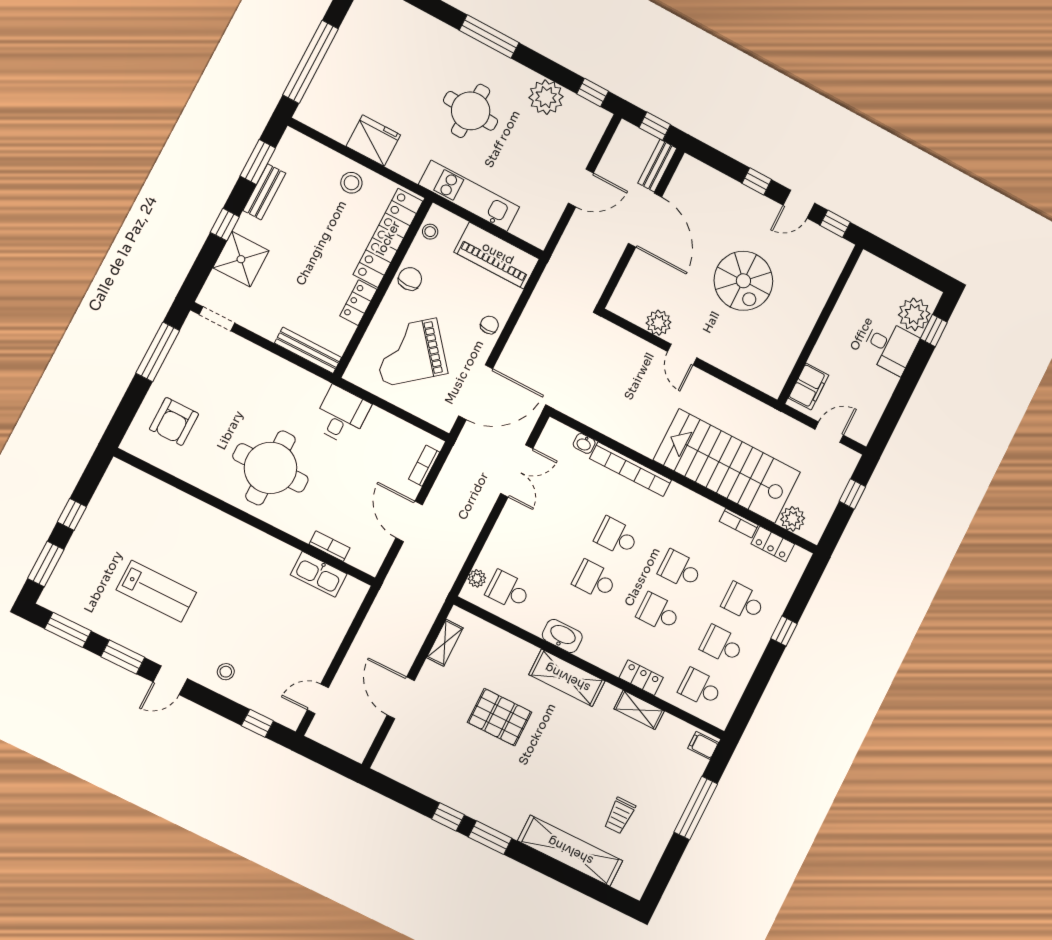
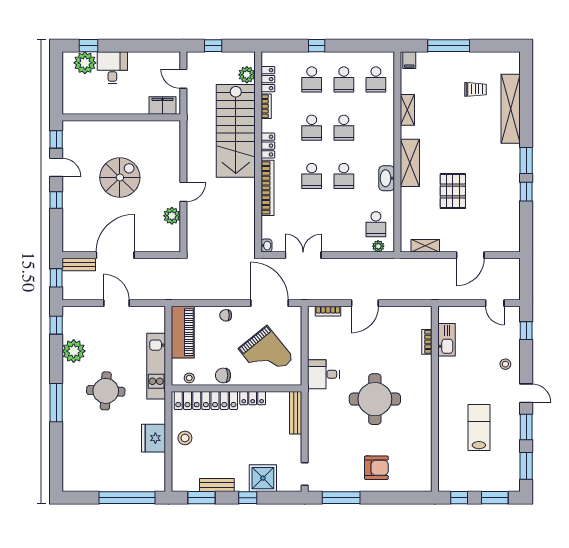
washbasin: (584, 443) -> (266, 246), moved
wall: (245, 517) -> (435, 399), moved
bookcase: (330, 546) -> (427, 342), moved
kitchen sink: (319, 574) -> (446, 340), moved
locker: (641, 678) -> (268, 146), moved, turned 180

